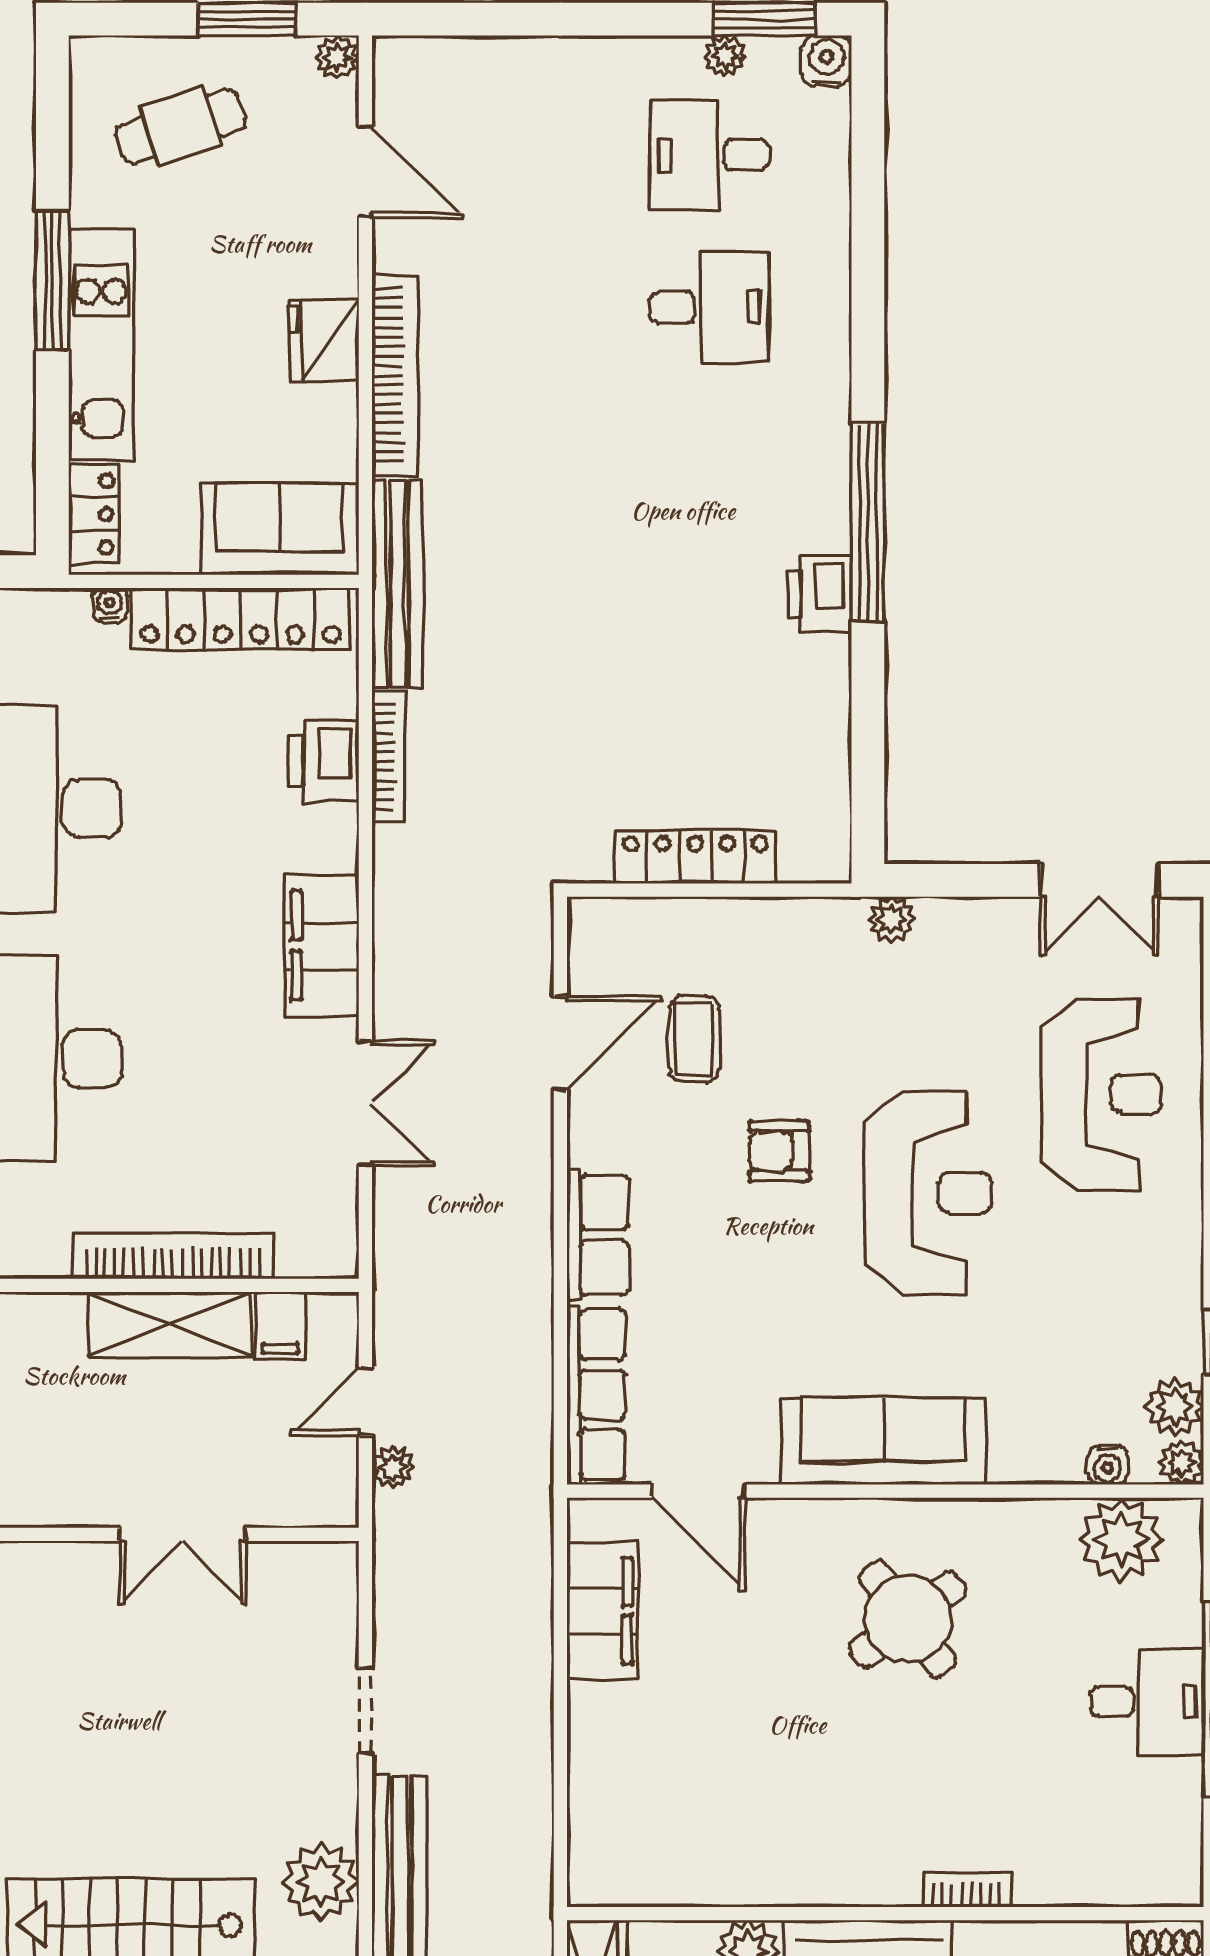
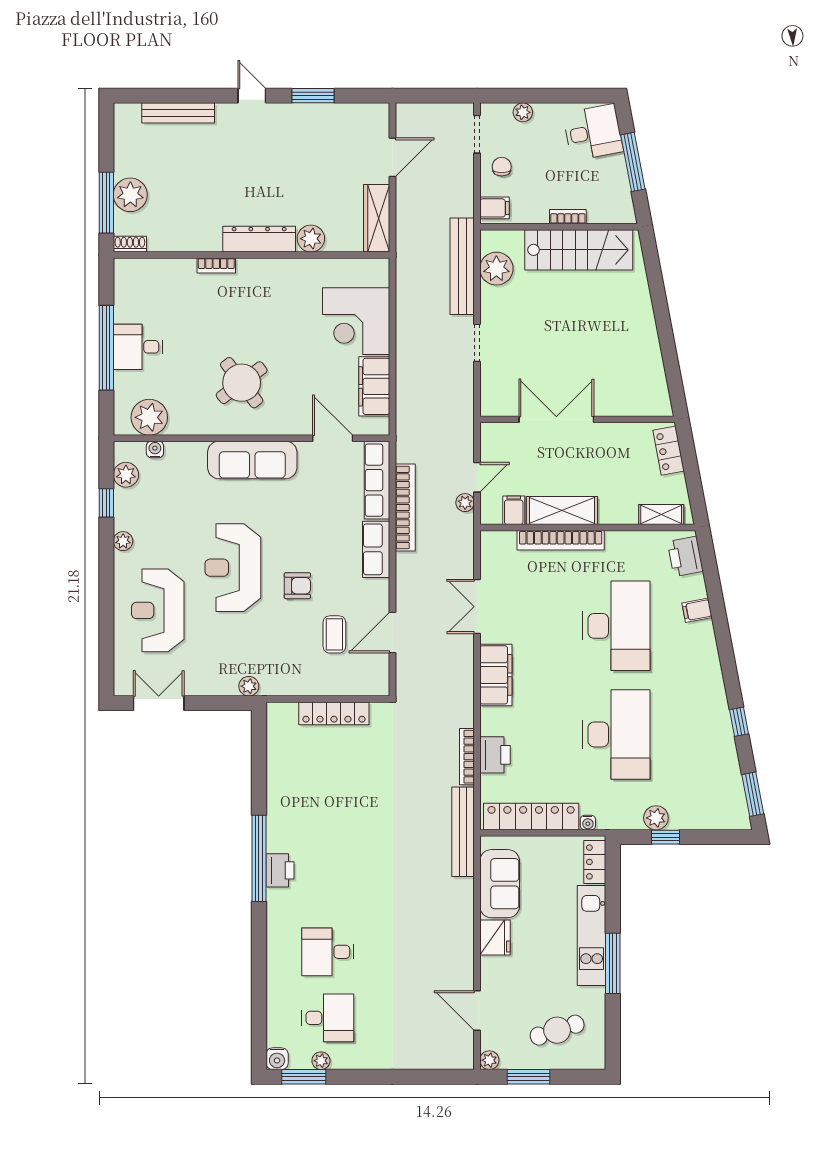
bookcase: (395, 375) -> (405, 507), moved, turned 180
sofa: (280, 529) -> (500, 884), moved, turned -90
printer: (820, 594) -> (280, 870), moved
plant: (1181, 1462) -> (123, 541), moved
plant: (393, 1467) -> (465, 503), moved
double door: (182, 1534) -> (556, 419), width x1.37
corner desk: (644, 1761) -> (356, 321), added

